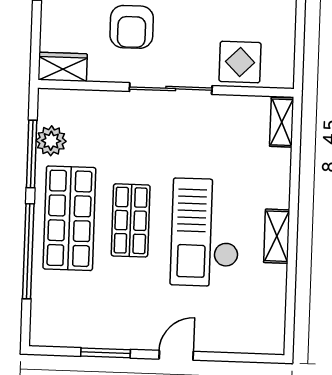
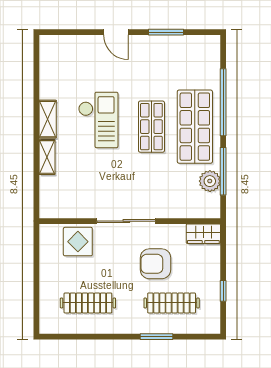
armchair: (132, 27) -> (155, 264), turned -90
shelving: (282, 122) -> (47, 157), moved
checkout: (205, 232) -> (98, 120), width x0.73, depth x0.83
door: (176, 355) -> (116, 32), hinge flipped

